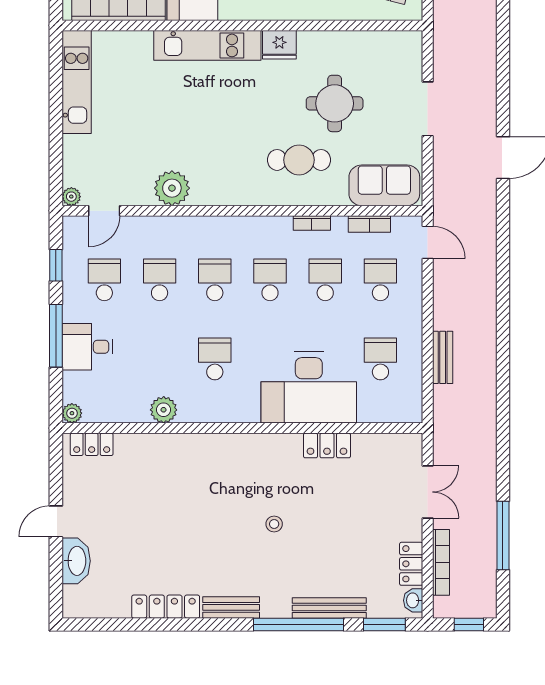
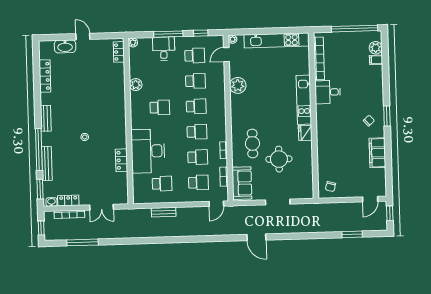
kitchen unit: (77, 82) -> (277, 40), width x1.36
door: (104, 211) -> (226, 55), hinge flipped
locker: (166, 607) -> (45, 76), moved

